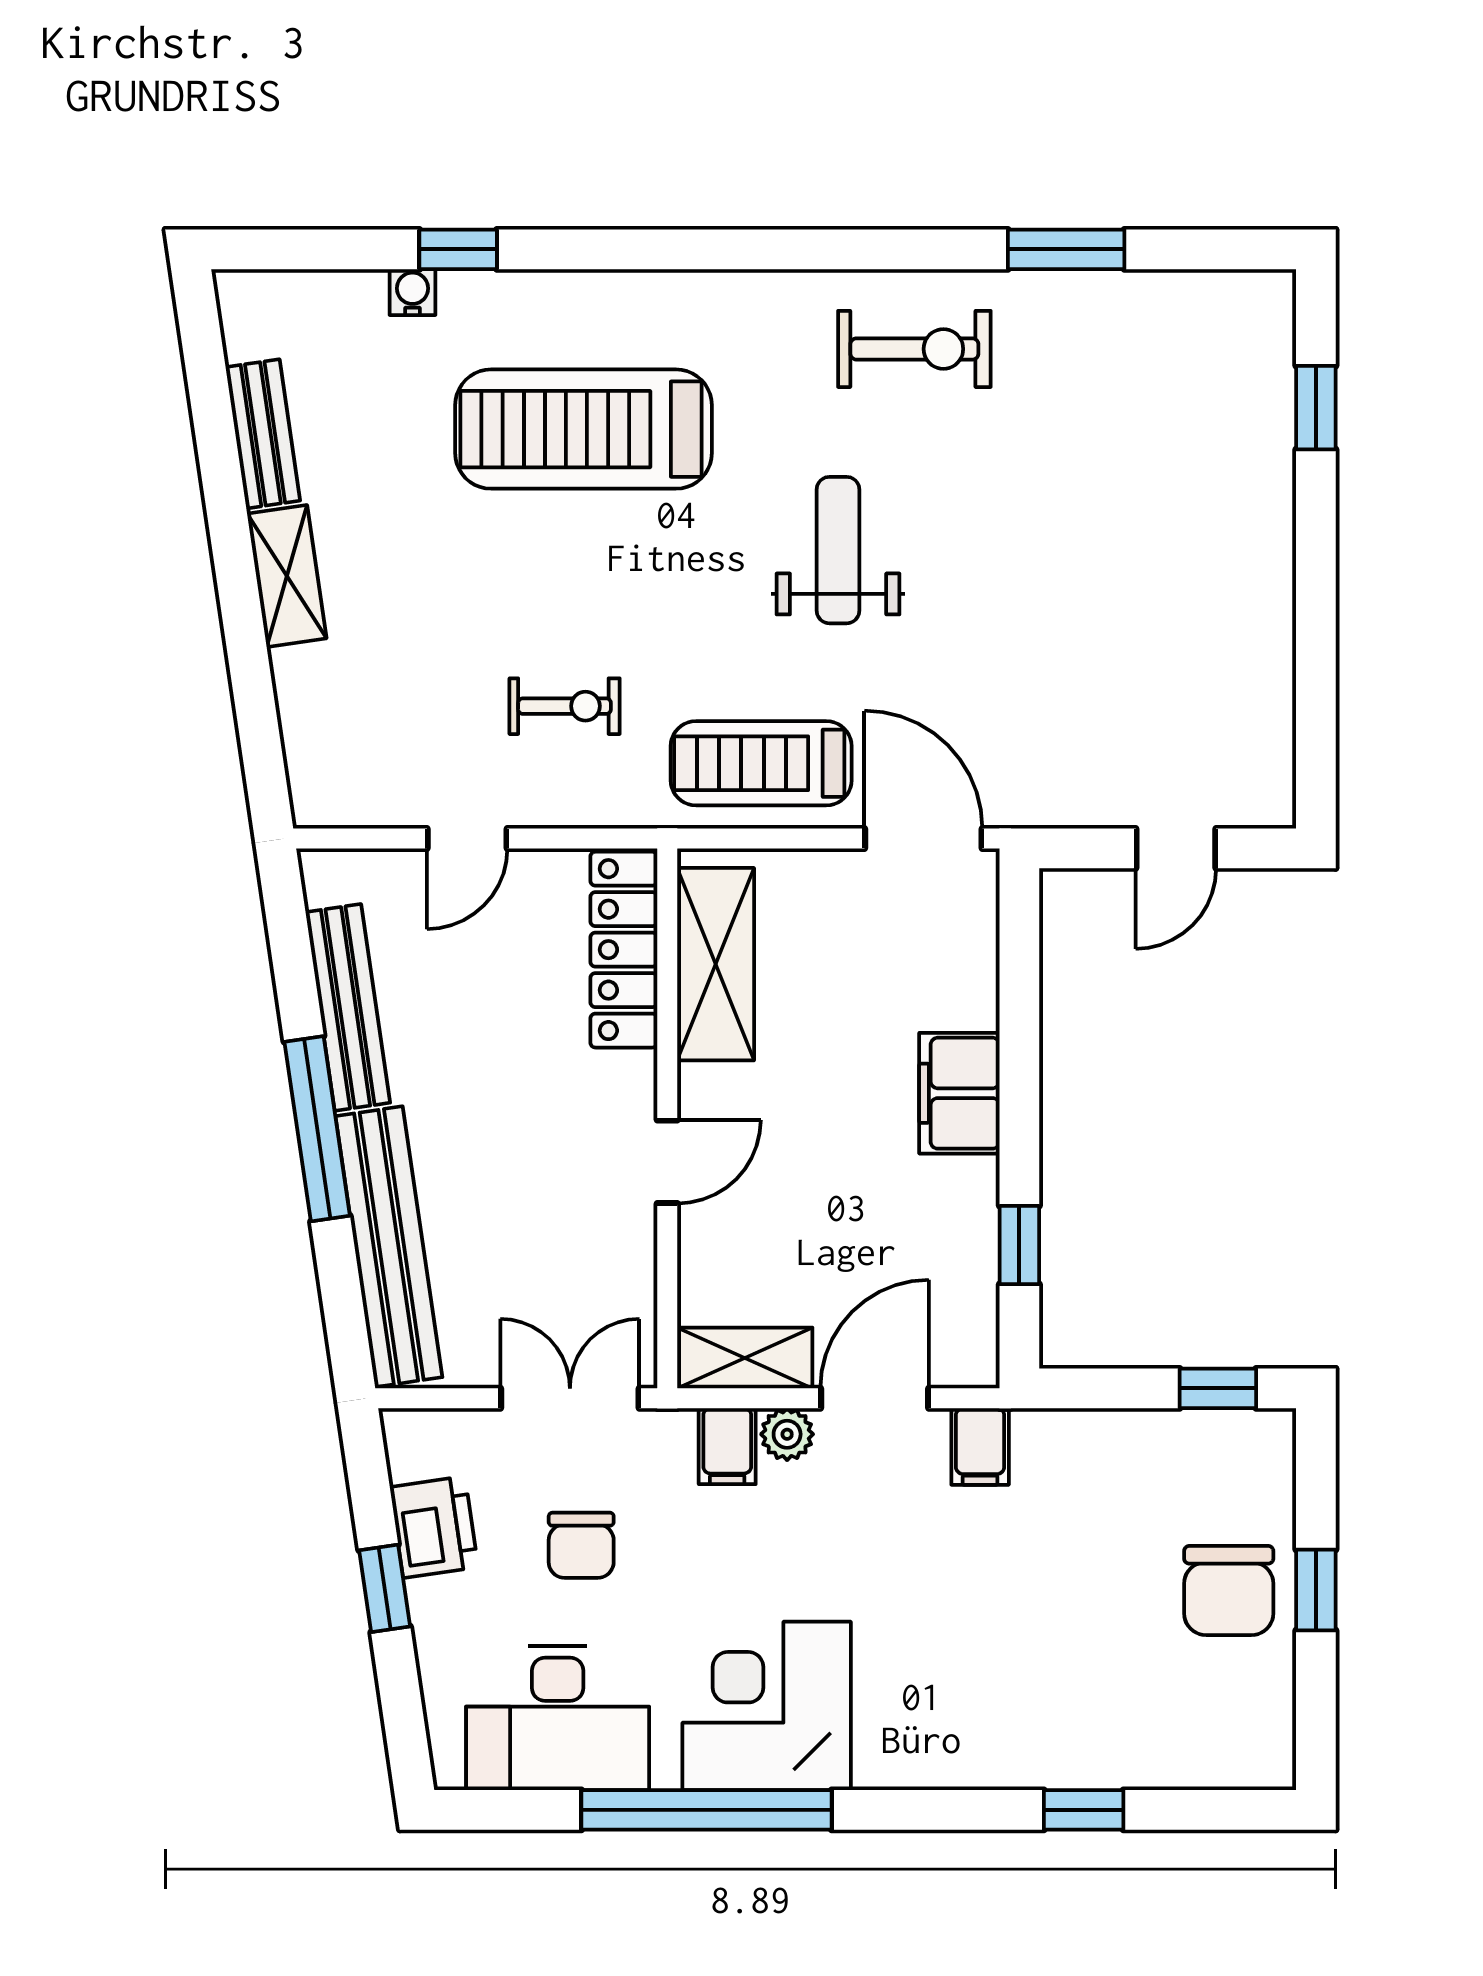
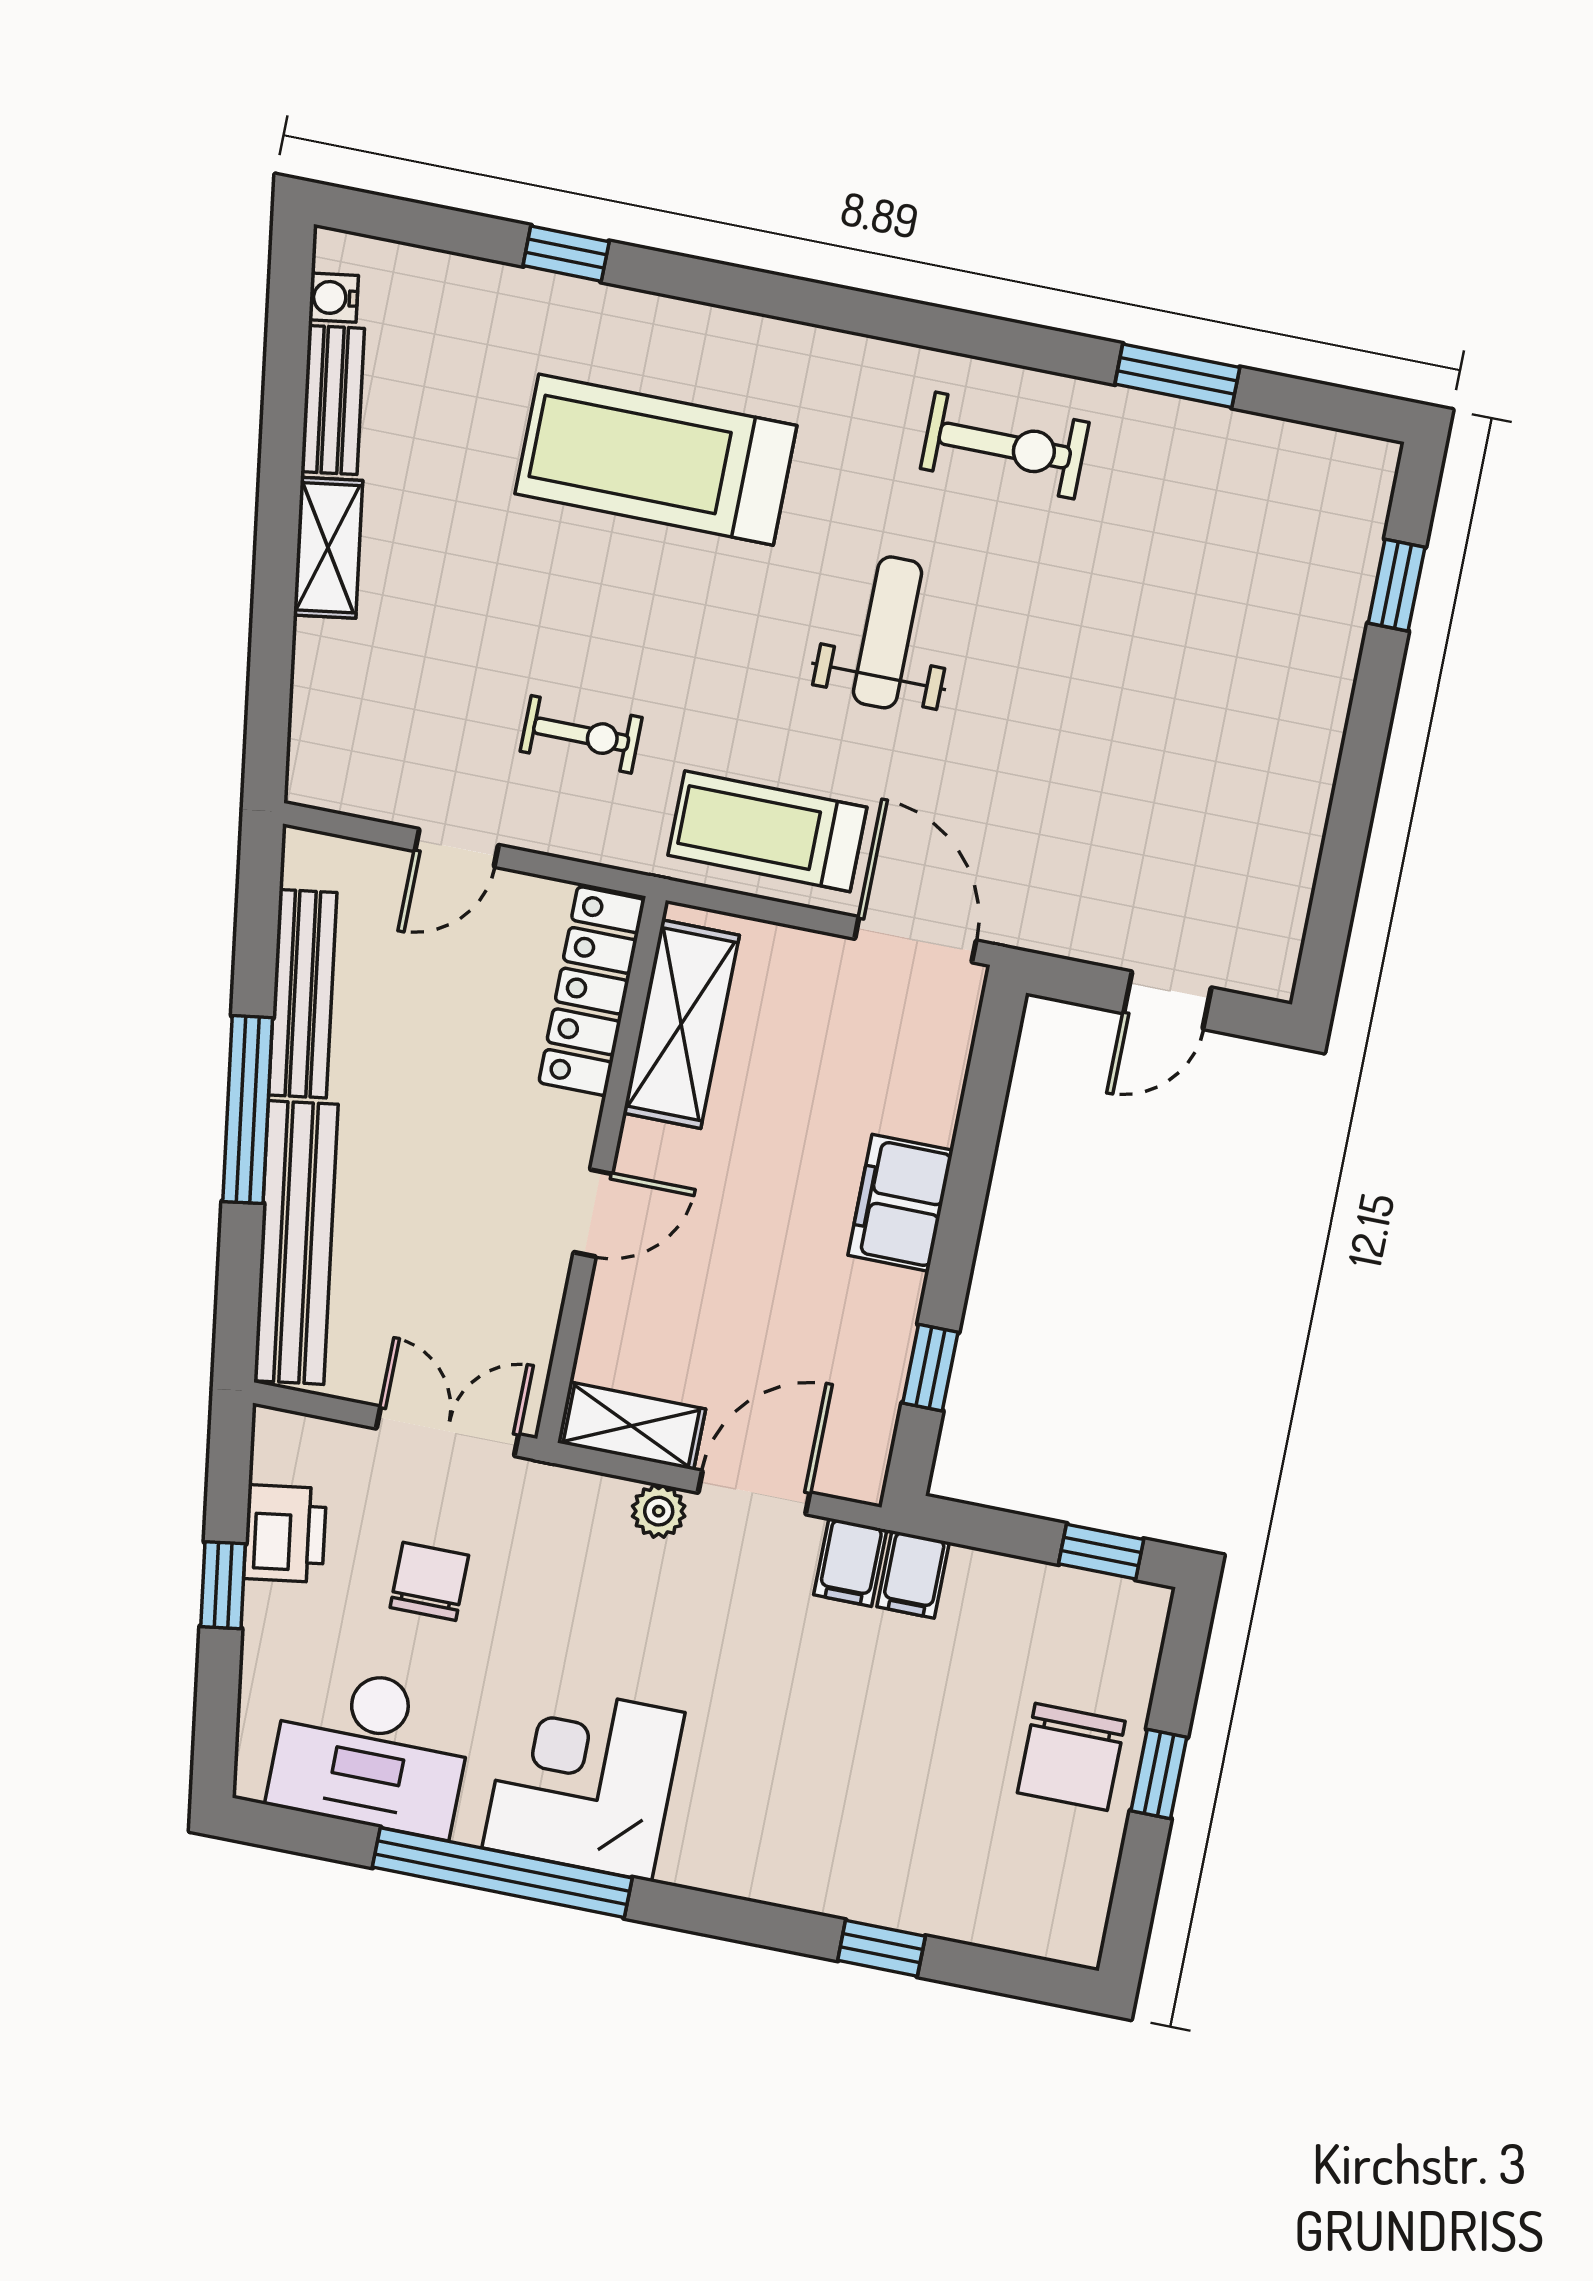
water cooler: (413, 292) -> (334, 298), moved, turned -98
filing cabinet: (727, 1446) -> (913, 1574), moved
chair: (581, 1545) -> (429, 1581), turned 180

